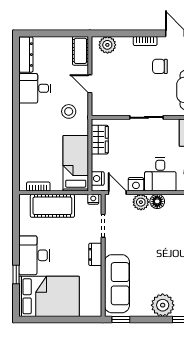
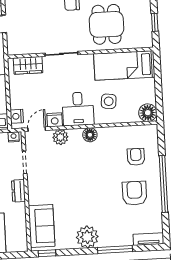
wardrobe: (100, 140) -> (28, 65), moved, turned 90
door: (117, 193) -> (37, 129), hinge flipped
floor lamp: (157, 201) -> (90, 135), moved
sofa: (117, 284) -> (42, 226), width x0.73

